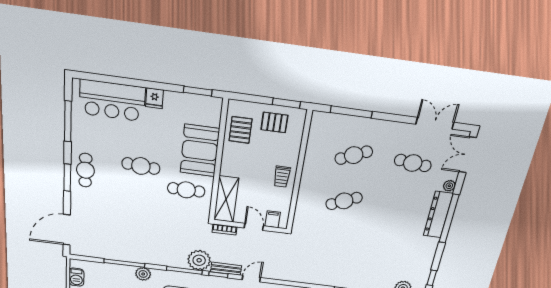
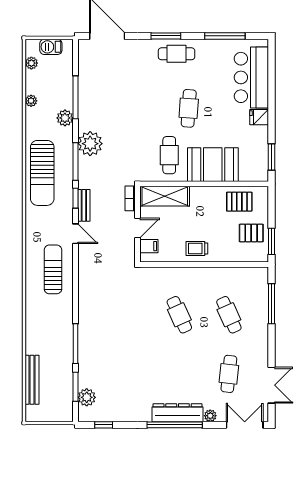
pallet: (274, 122) -> (251, 233), turned 90
plant: (199, 260) -> (90, 144), moved

